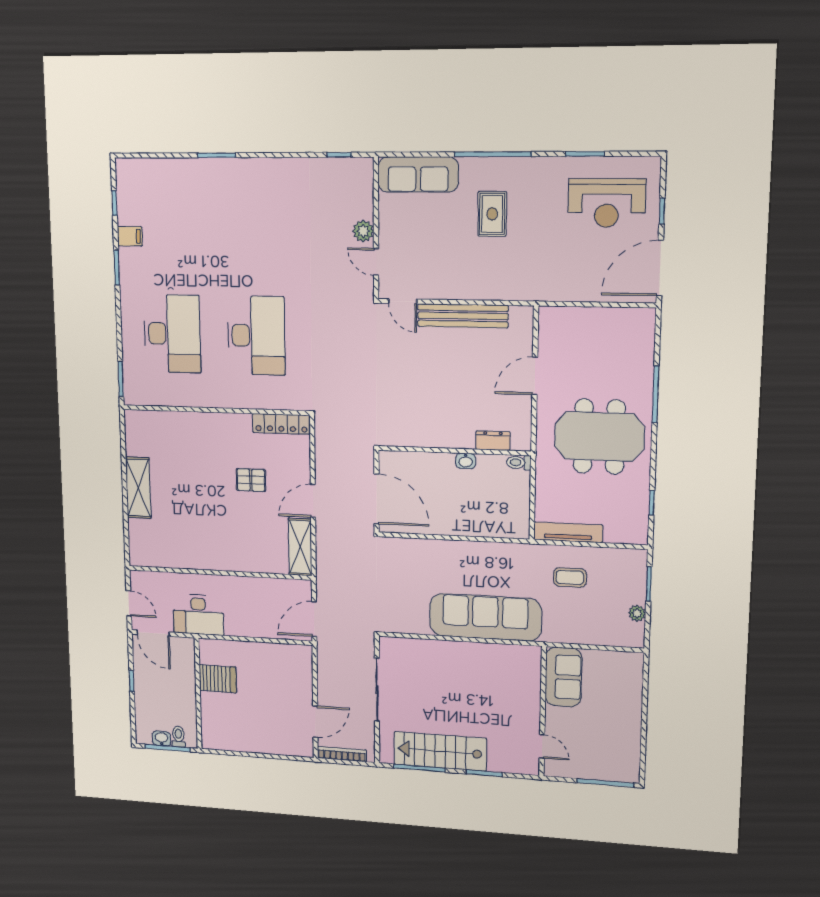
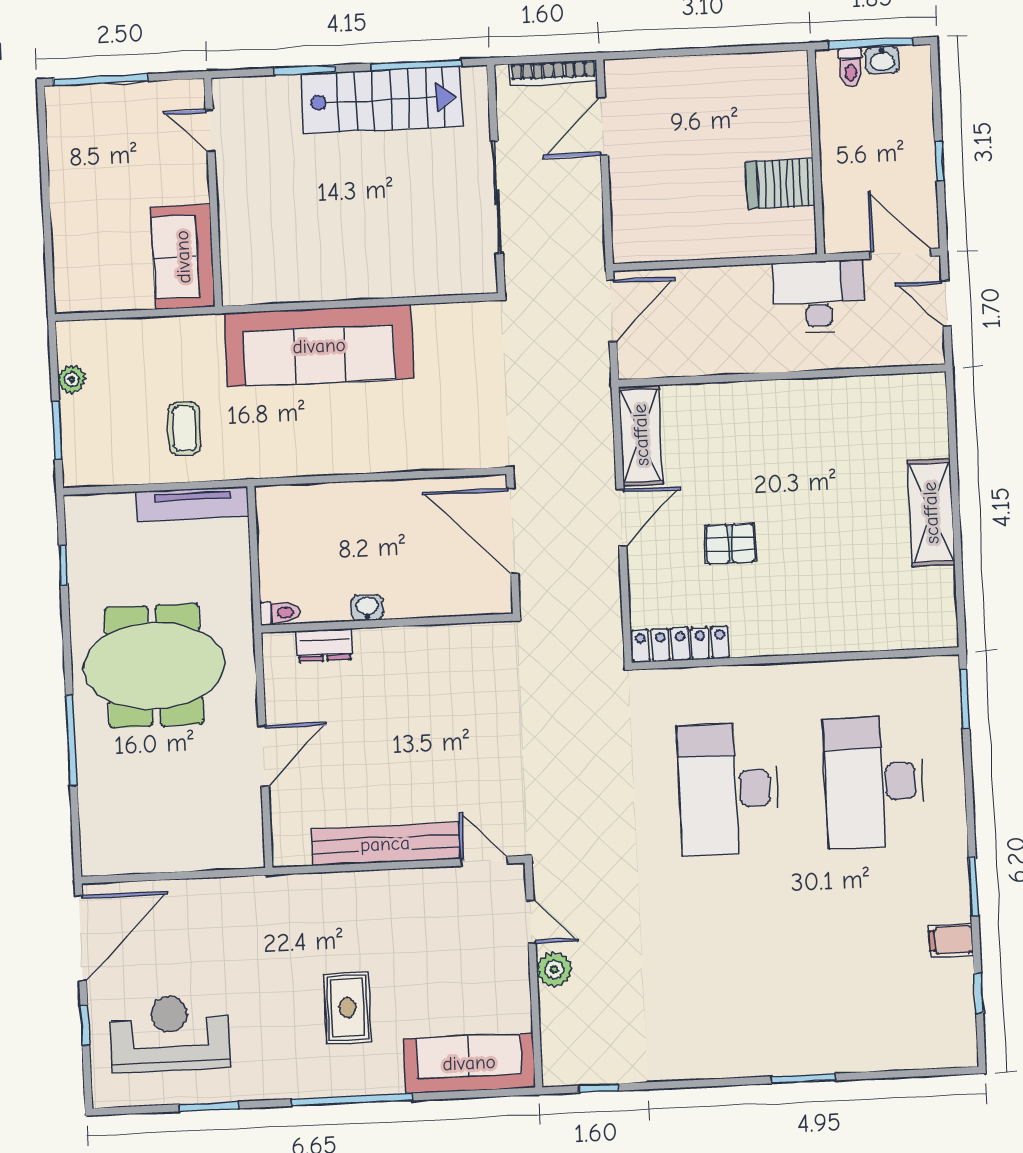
coffee table: (570, 577) -> (184, 429), turned 90

